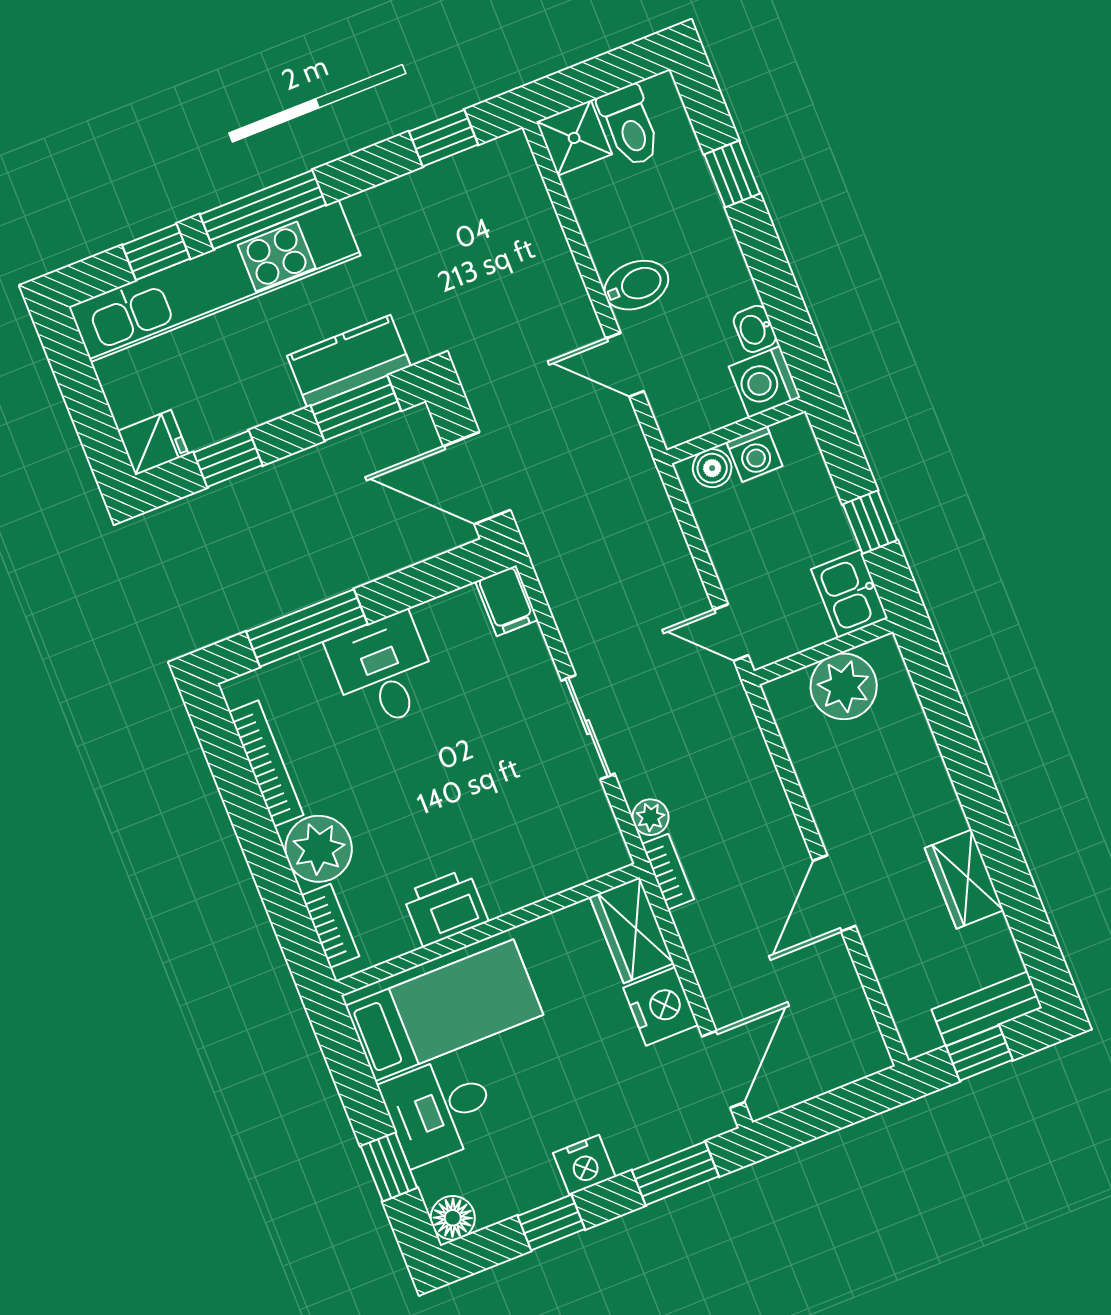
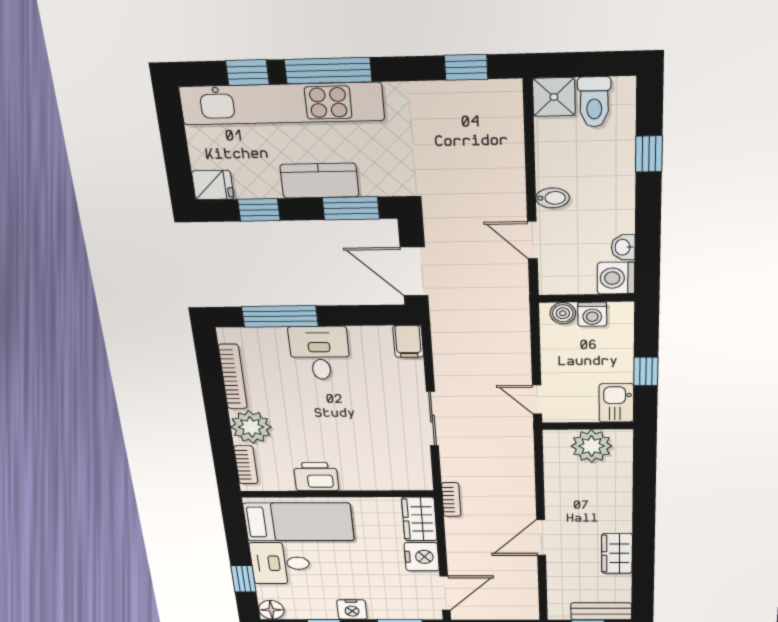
bidet: (636, 285) -> (553, 198), width x0.72, depth x0.74
kitchen counter: (349, 361) -> (319, 181), moved
plant: (650, 817) -> (452, 472), removed

